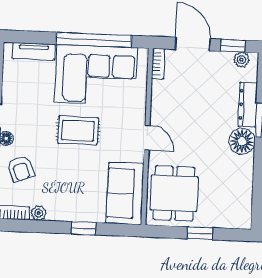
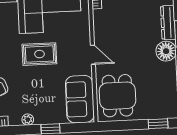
plant: (39, 213) -> (28, 120), moved
window: (200, 233) -> (158, 124), moved

